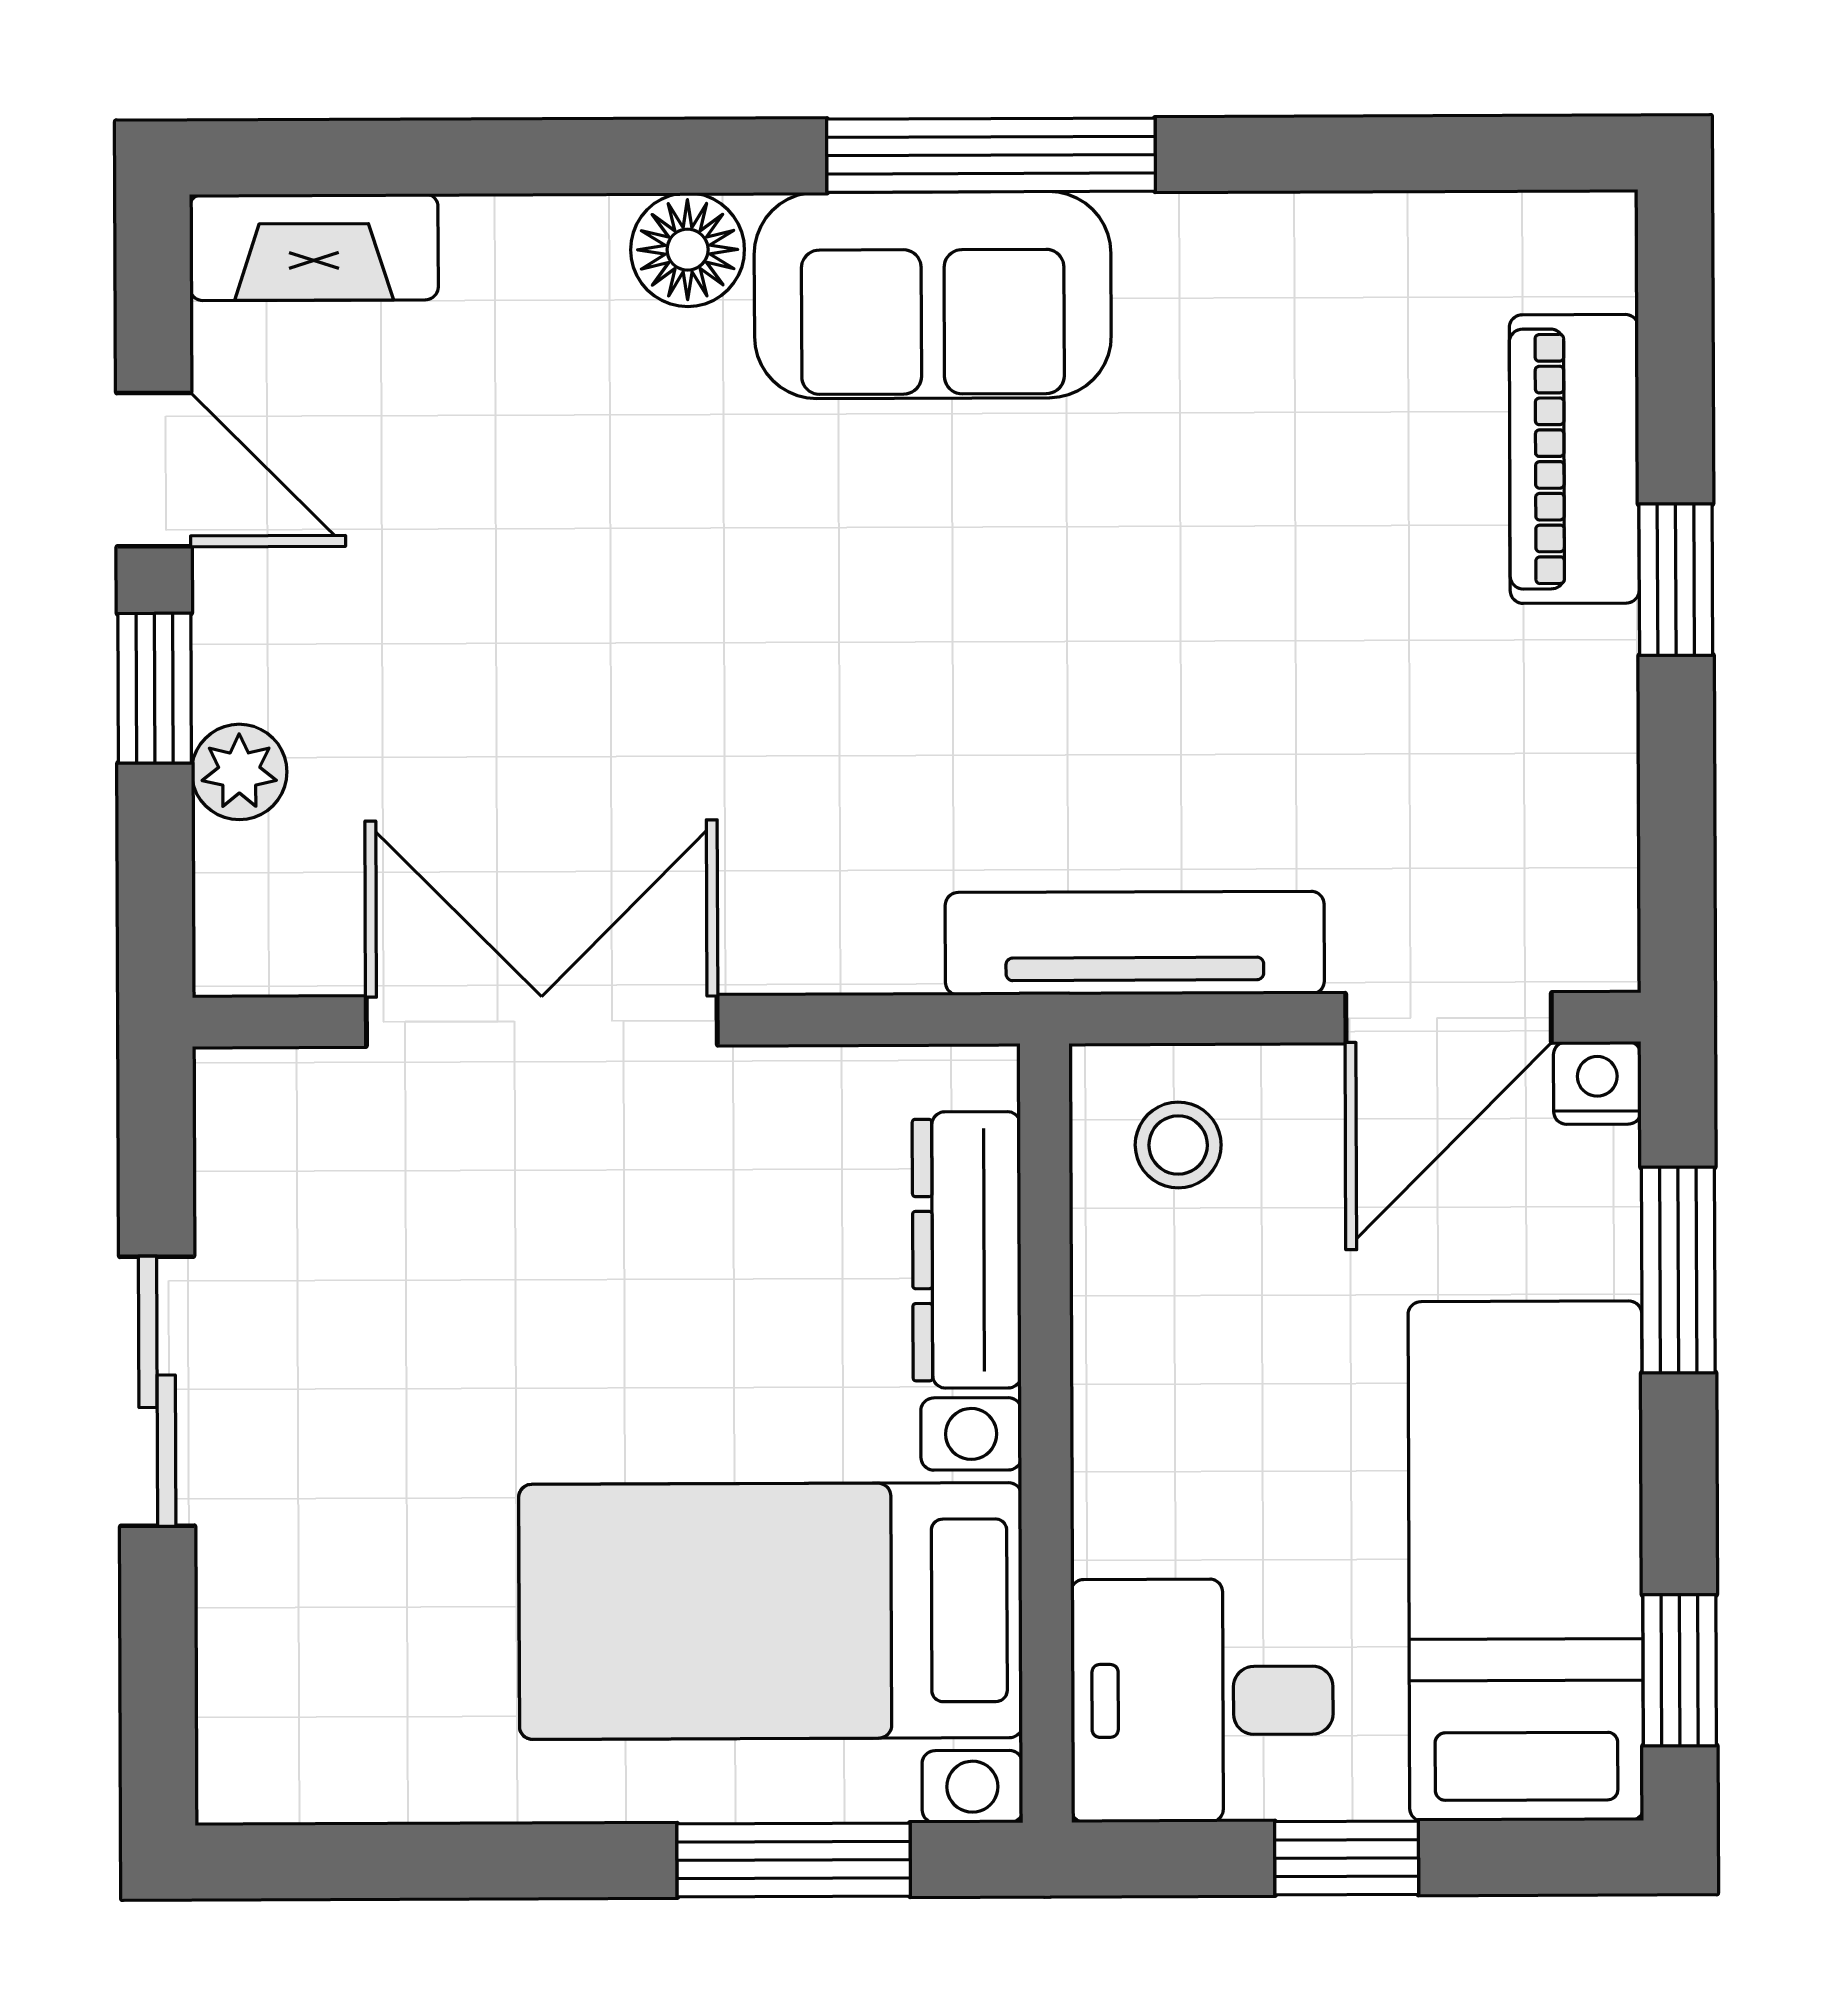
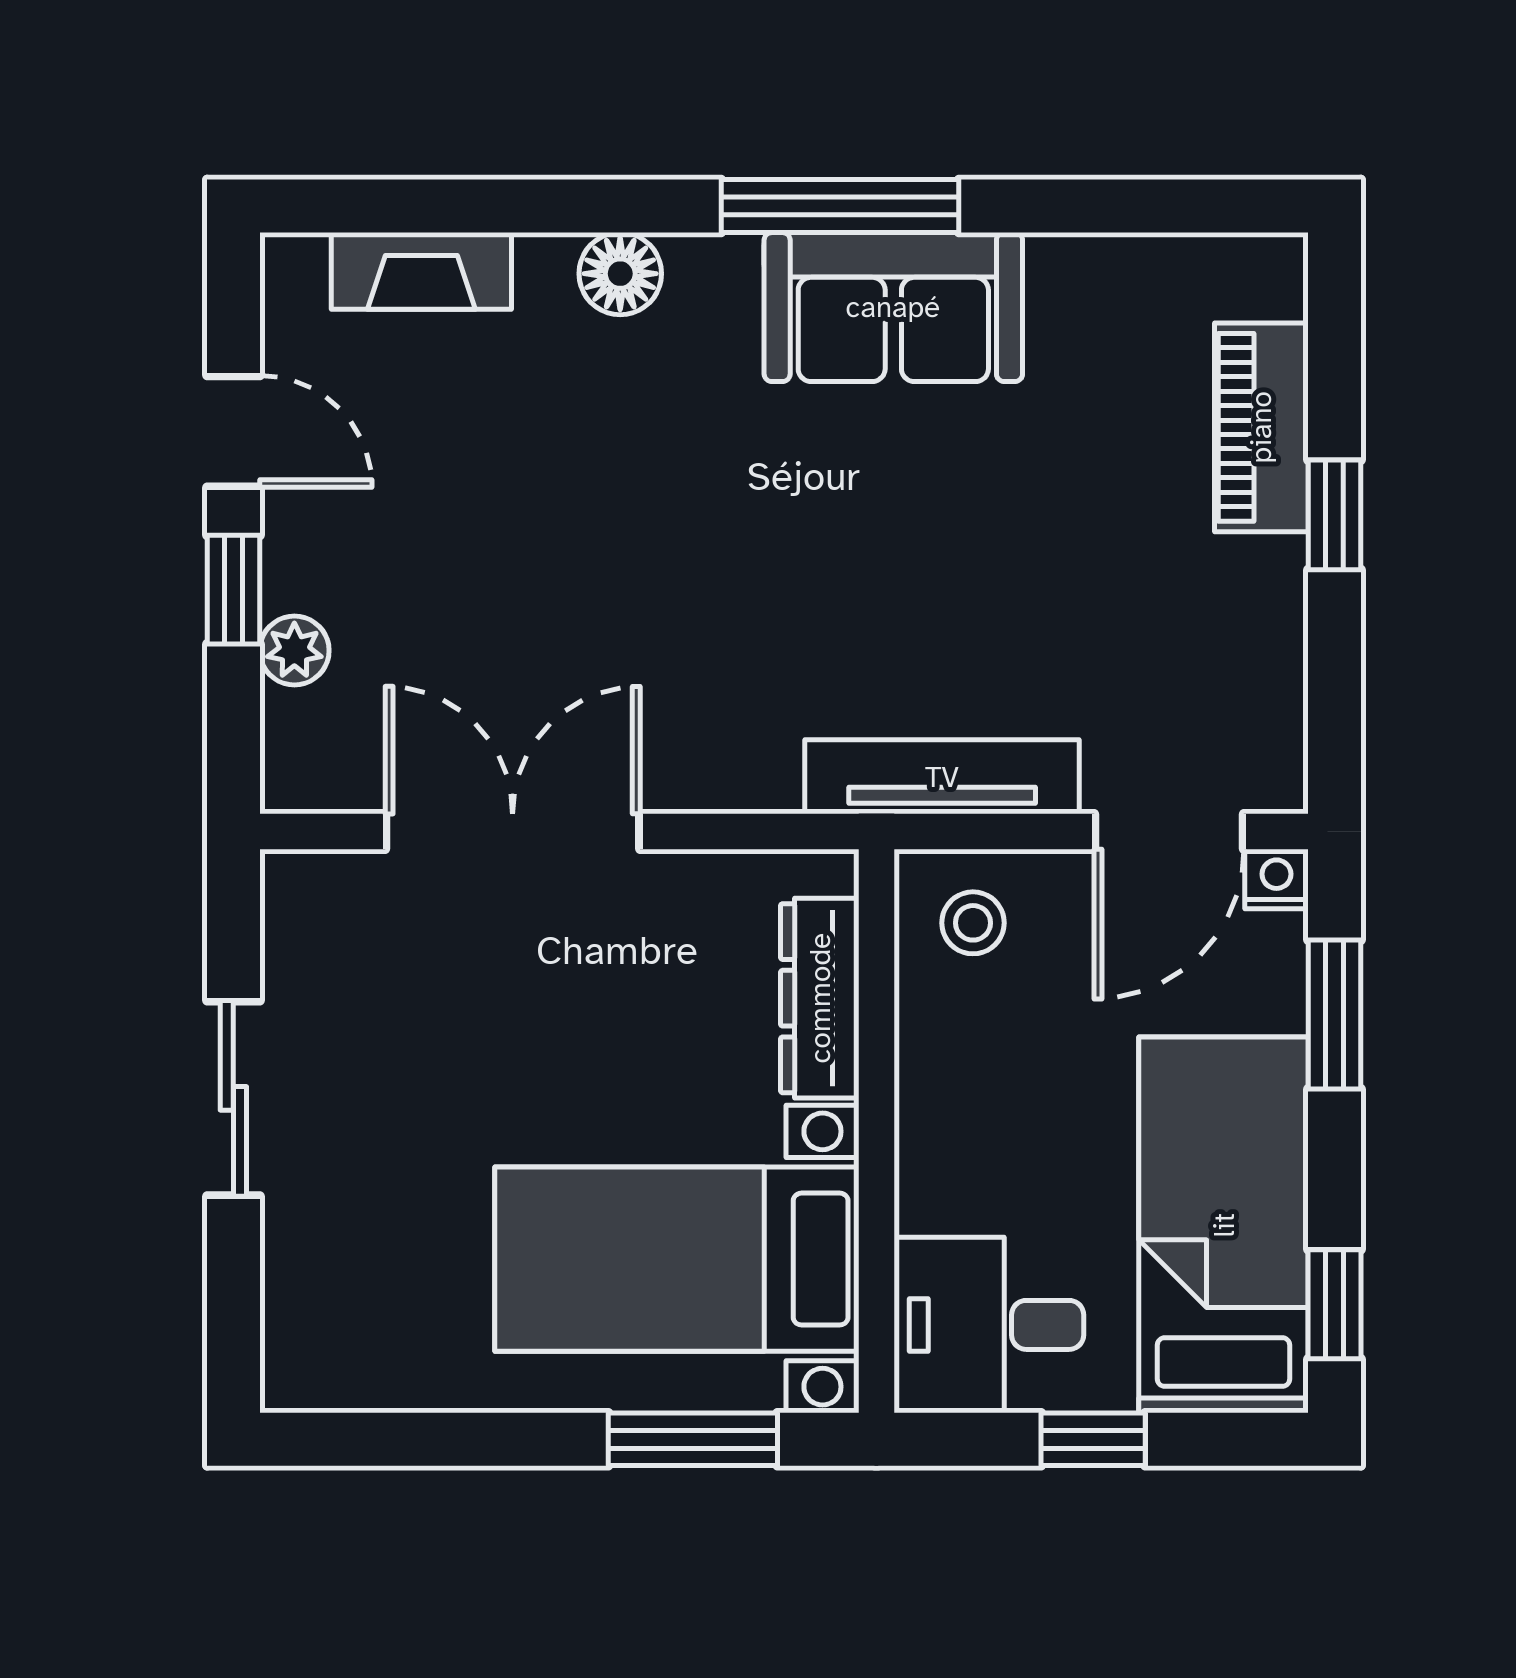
fireplace: (314, 247) -> (421, 271), moved
sofa: (933, 295) -> (893, 307), moved

